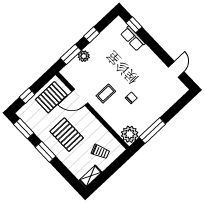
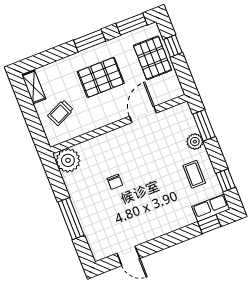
window: (92, 35) -> (226, 180), moved
row of seats: (133, 39) -> (211, 208), moved
coffee table: (106, 94) -> (194, 174), moved
pallet: (51, 97) -> (152, 58), moved
window: (152, 131) -> (71, 219), moved

